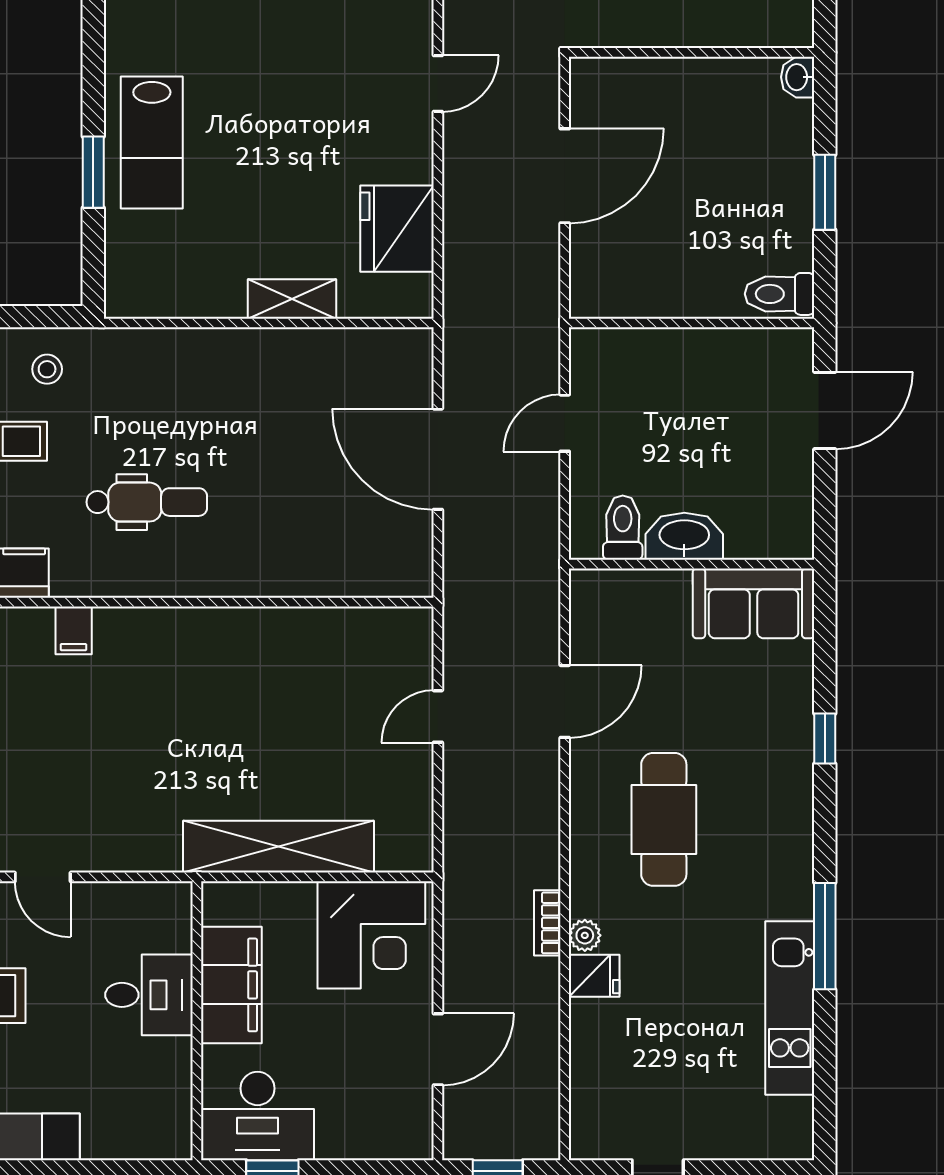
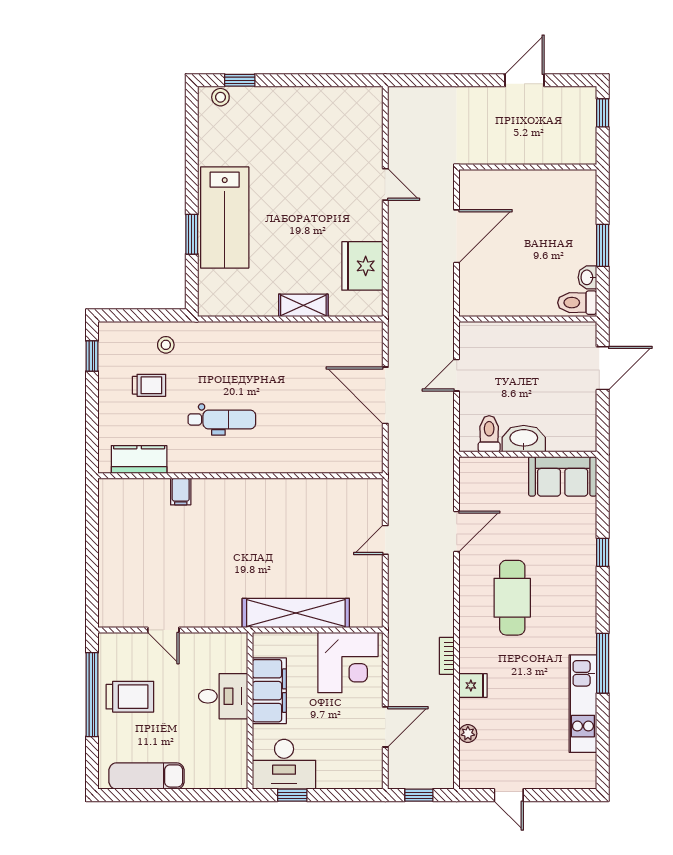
washbasin: (798, 77) -> (587, 277), moved
door: (438, 83) -> (385, 184), hinge flipped
lab bench: (152, 143) -> (225, 218), width x1.36, depth x1.39
plant: (585, 935) -> (468, 734), moved

